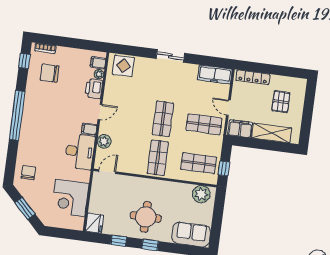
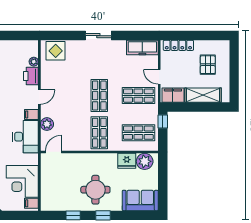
filing cabinet: (98, 63) -> (31, 203), moved
window: (224, 169) -> (163, 121), moved
fridge: (94, 223) -> (127, 161), moved, turned 90

